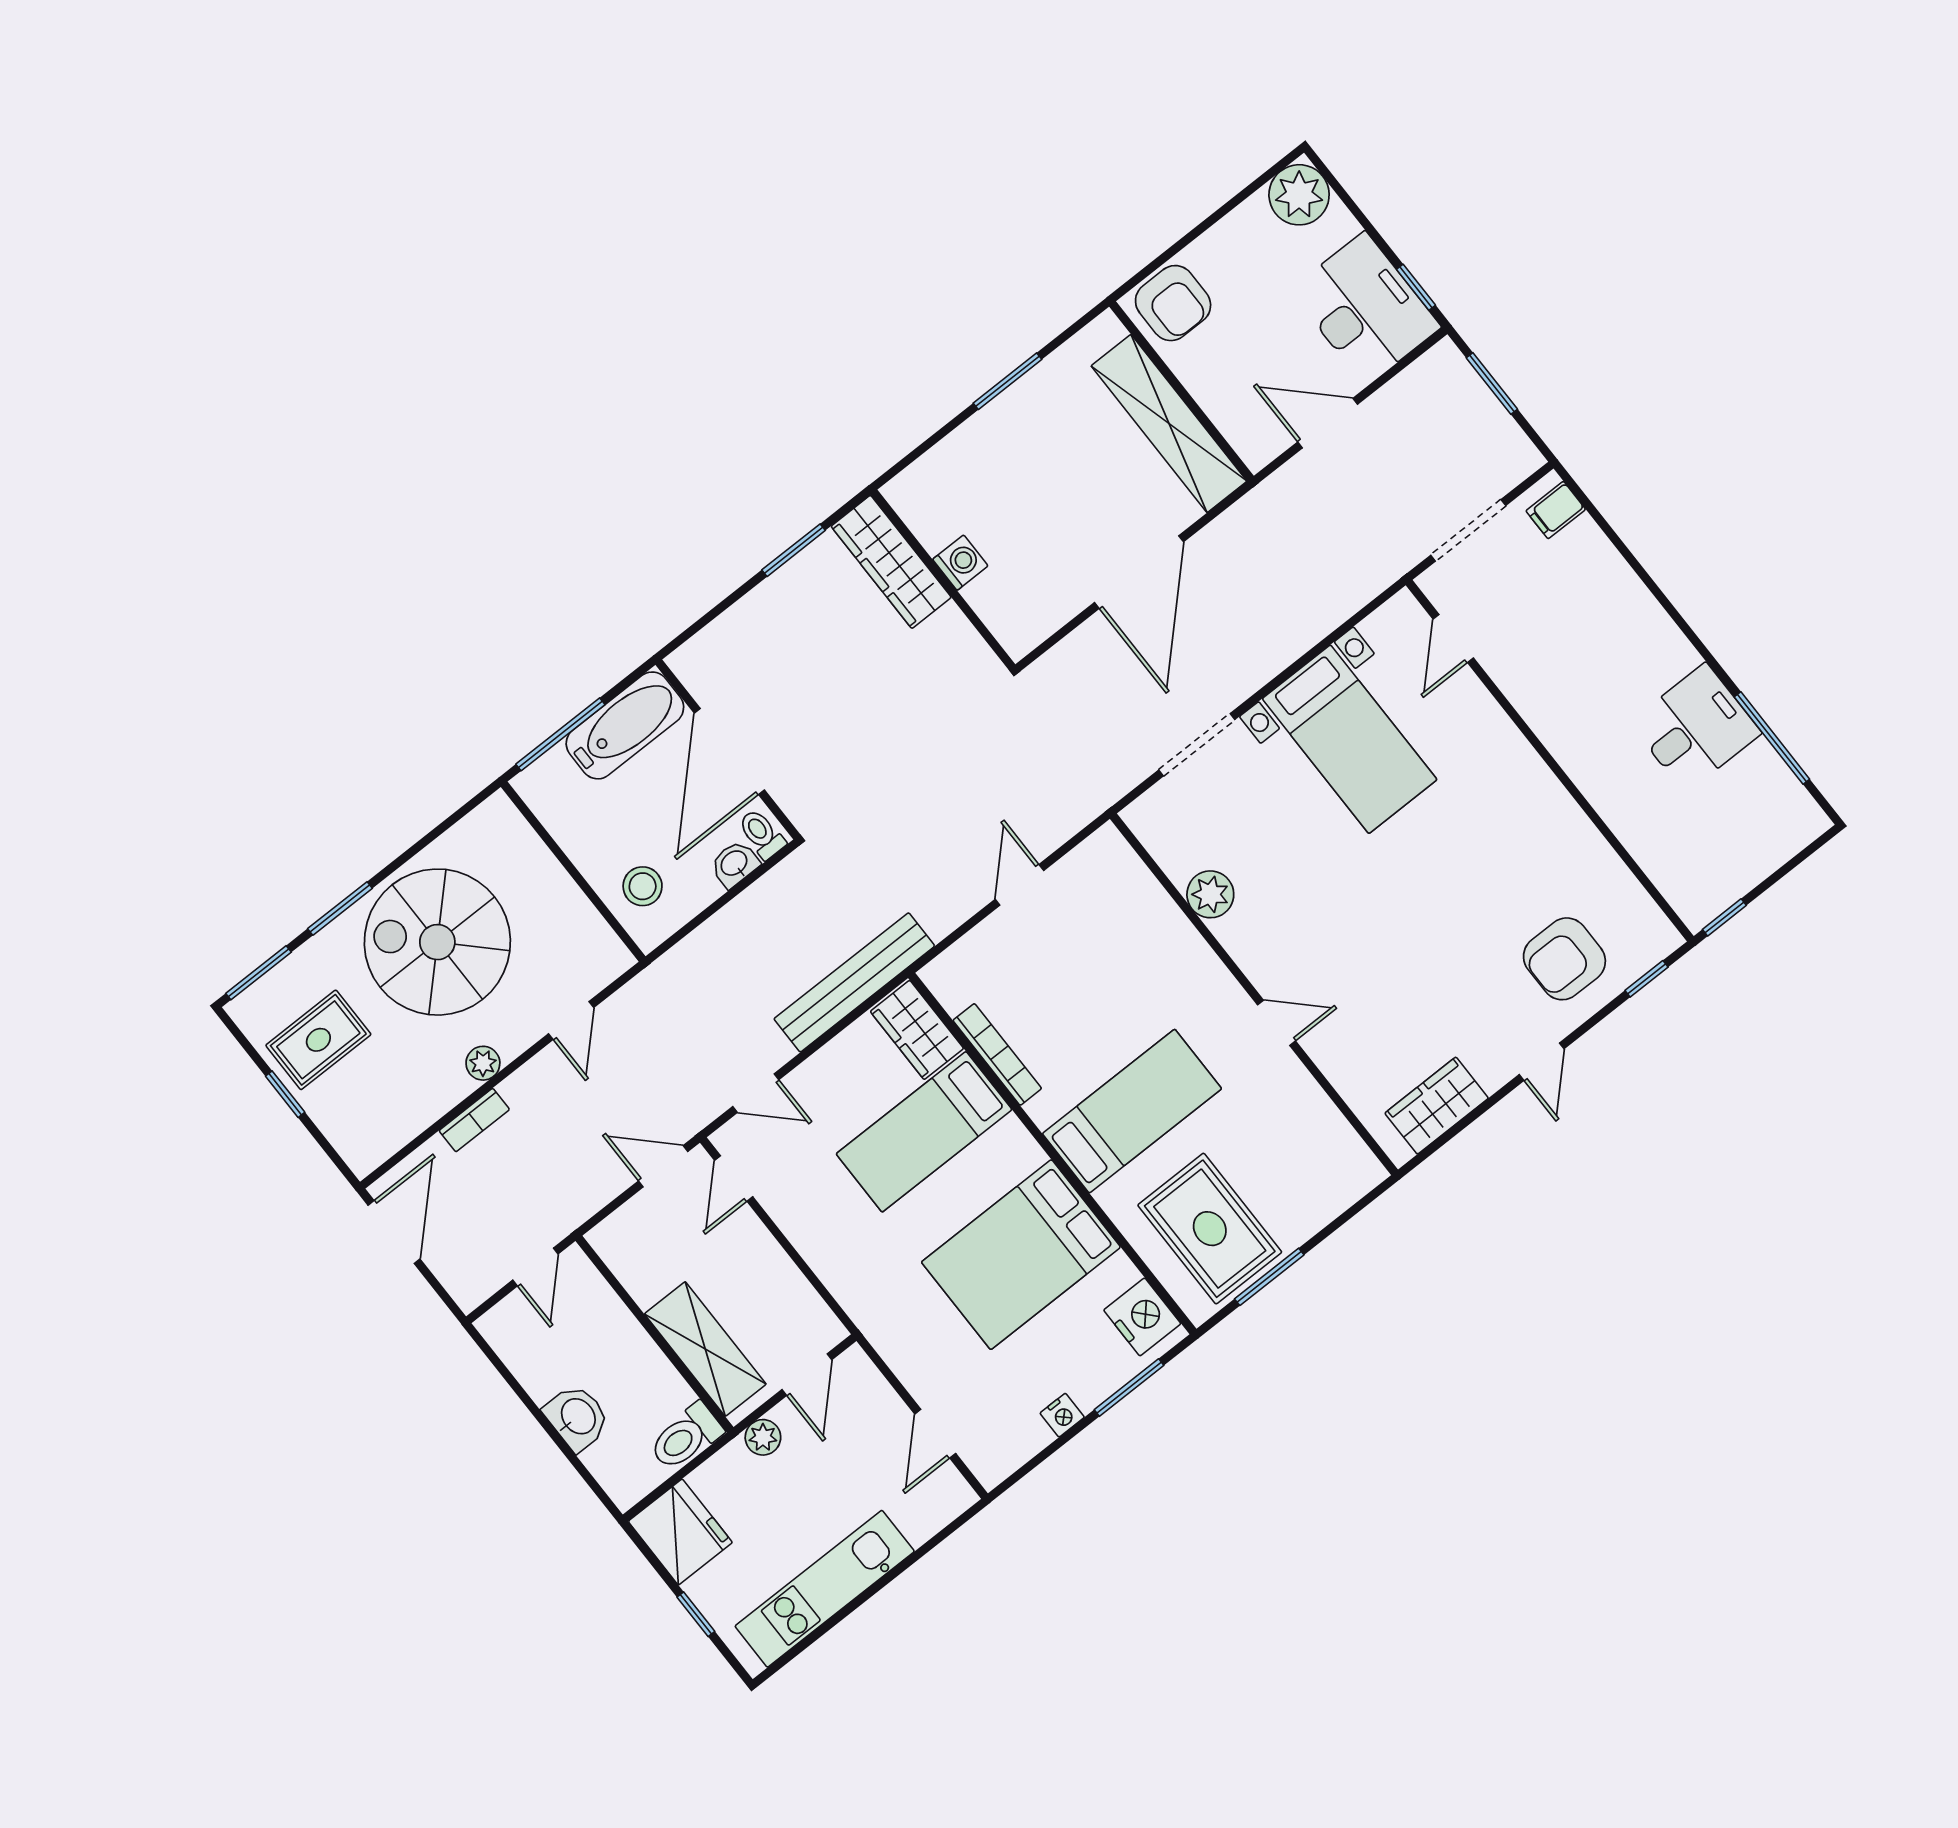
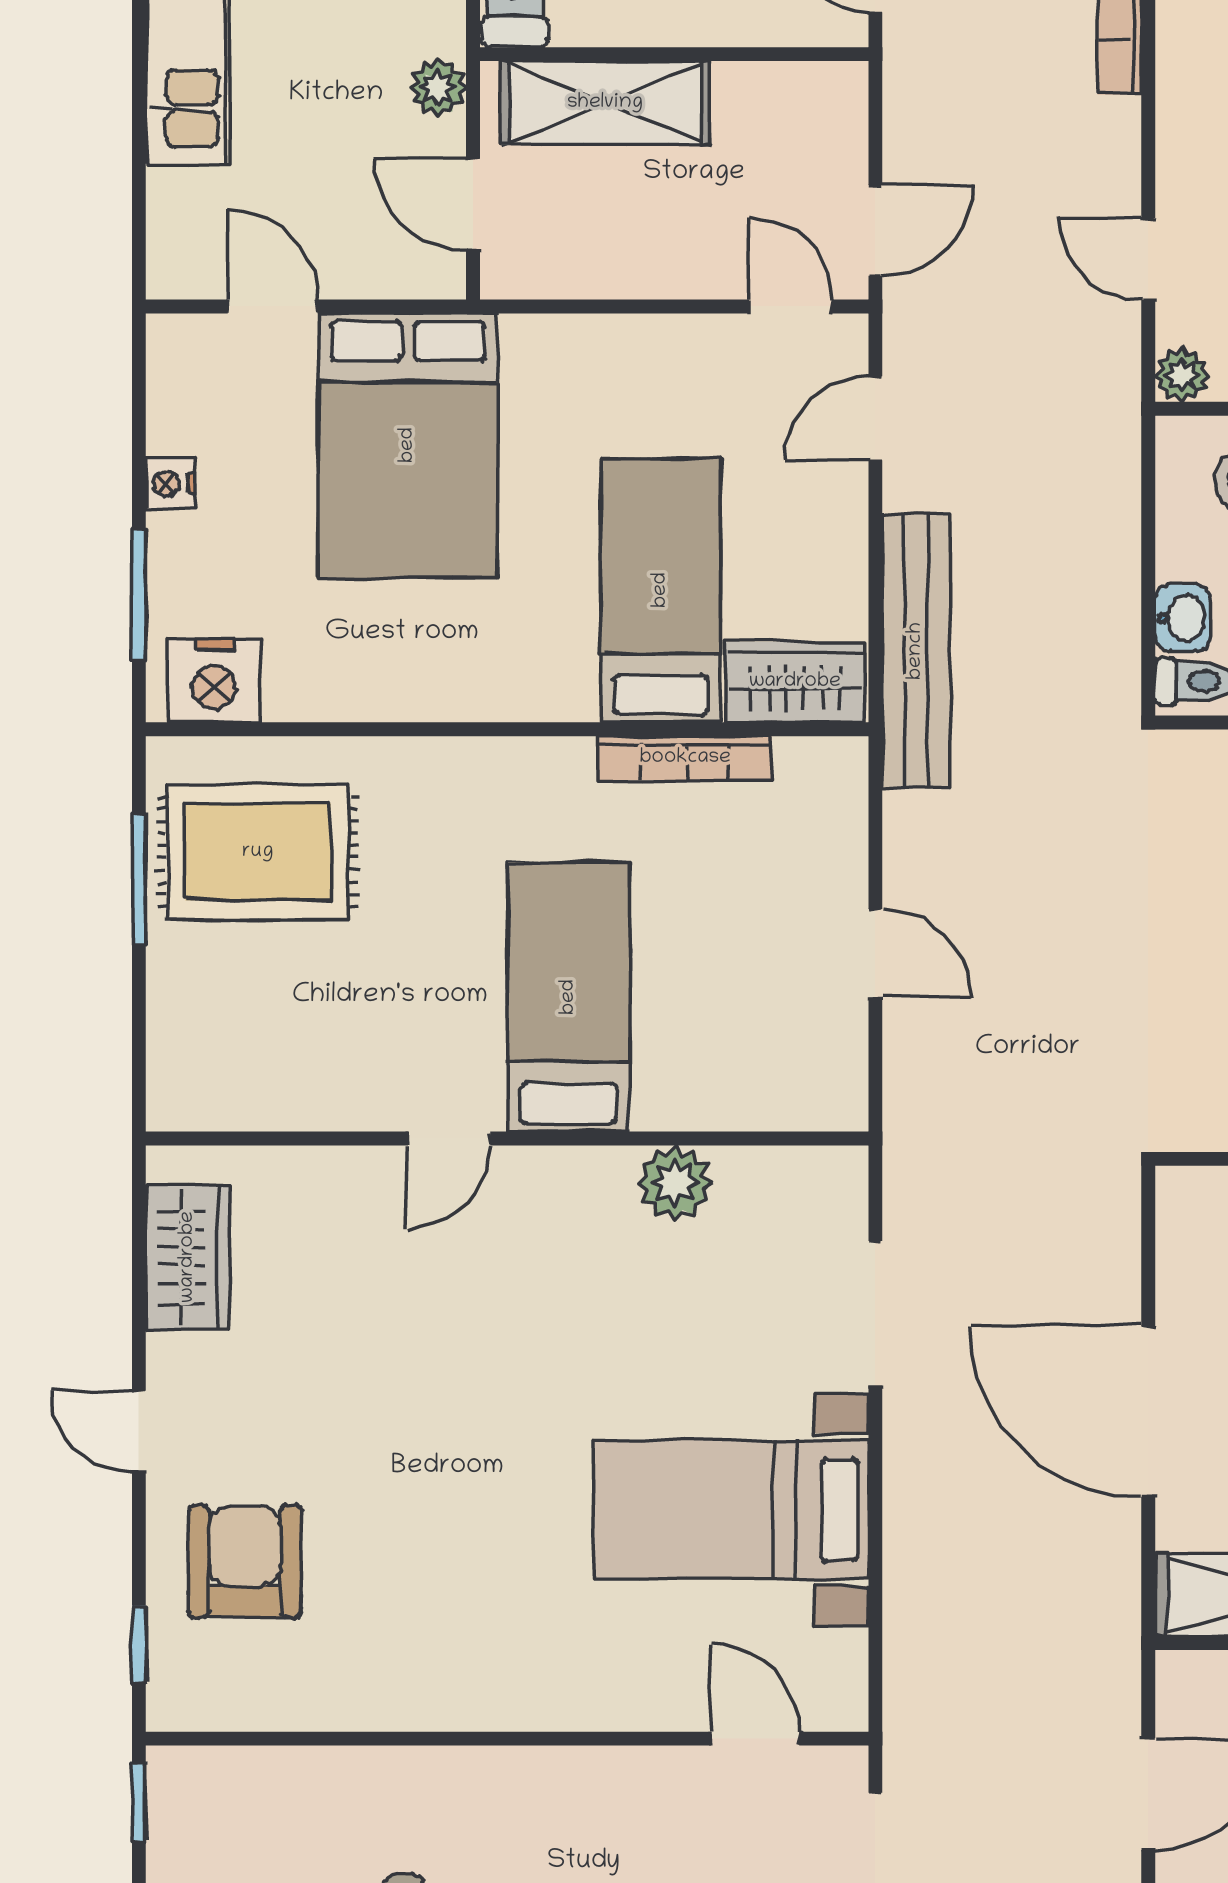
plant: (483, 1063) -> (1182, 375), moved
bed: (1132, 1111) -> (569, 997), moved, turned 180
bed: (1021, 1255) -> (408, 445), moved, turned 180

